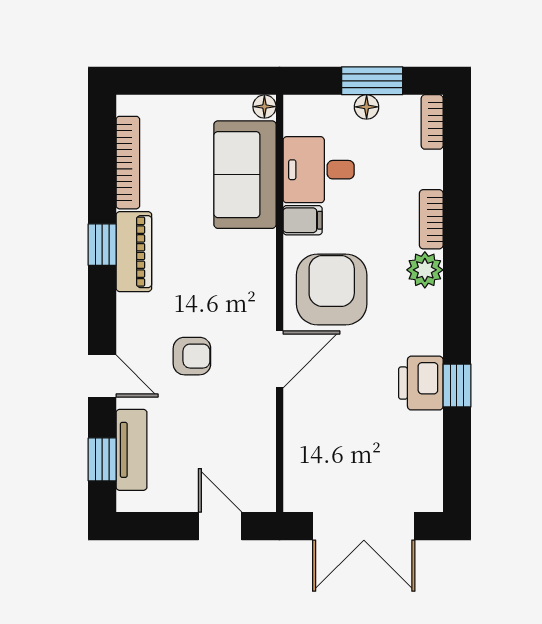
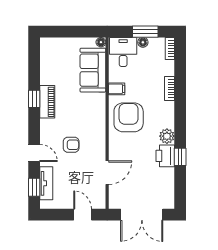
bookcase: (128, 163) -> (45, 65), removed
desk: (319, 170) -> (123, 52), moved, turned 90
plant: (425, 270) -> (167, 136), moved
door: (280, 359) -> (107, 173), moved

